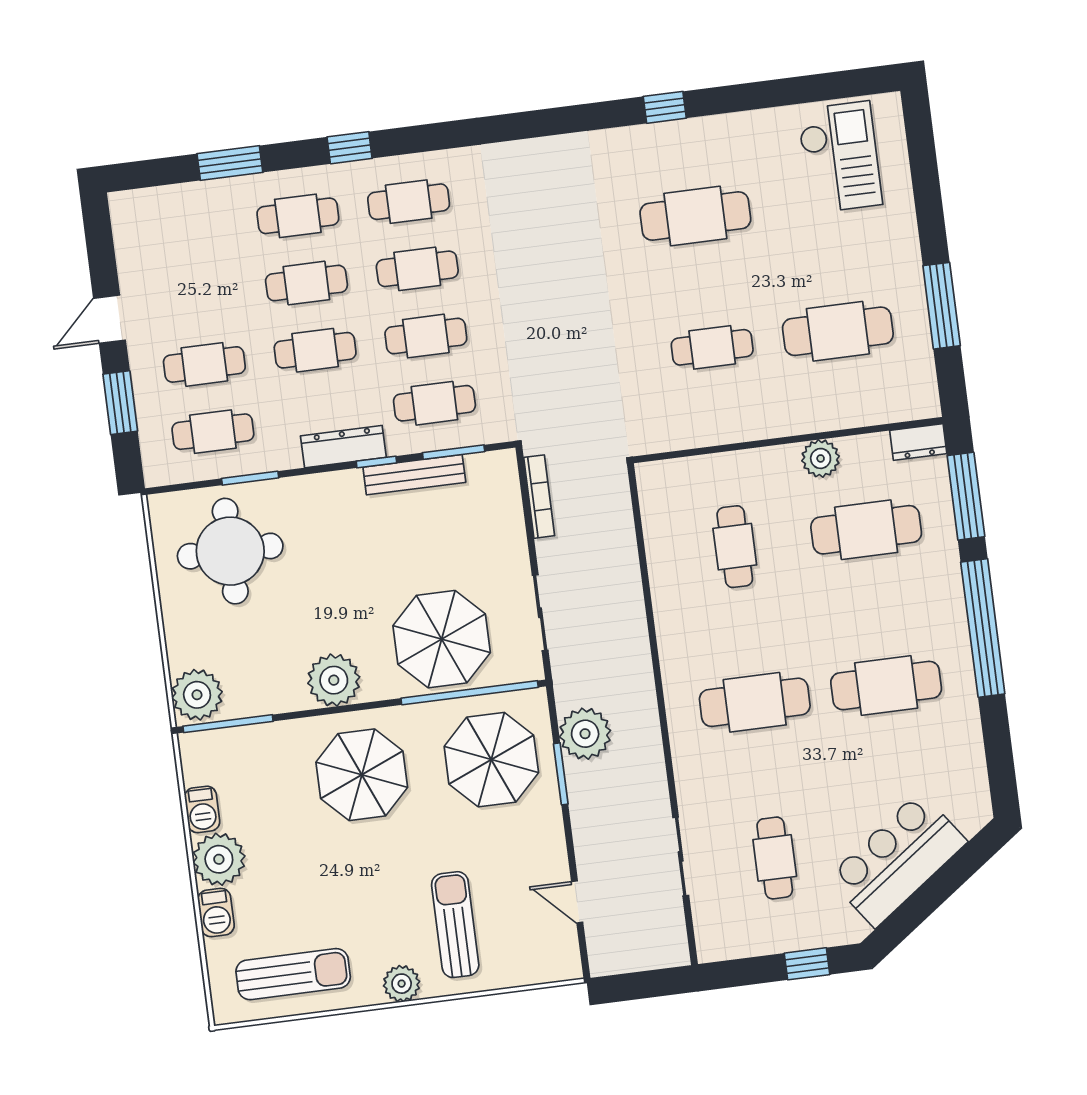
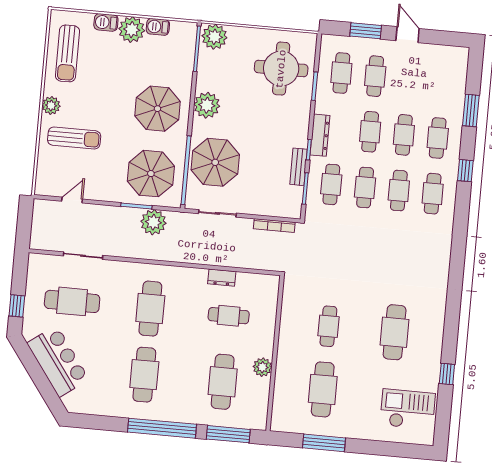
window: (665, 107) -> (447, 374), moved
checkout: (840, 157) -> (408, 409), turned 180
dresser: (918, 442) -> (222, 278), moved, turned -90
bench: (414, 475) -> (299, 167), width x0.73
cafe table: (775, 858) -> (72, 301), width x1.37, depth x1.35

